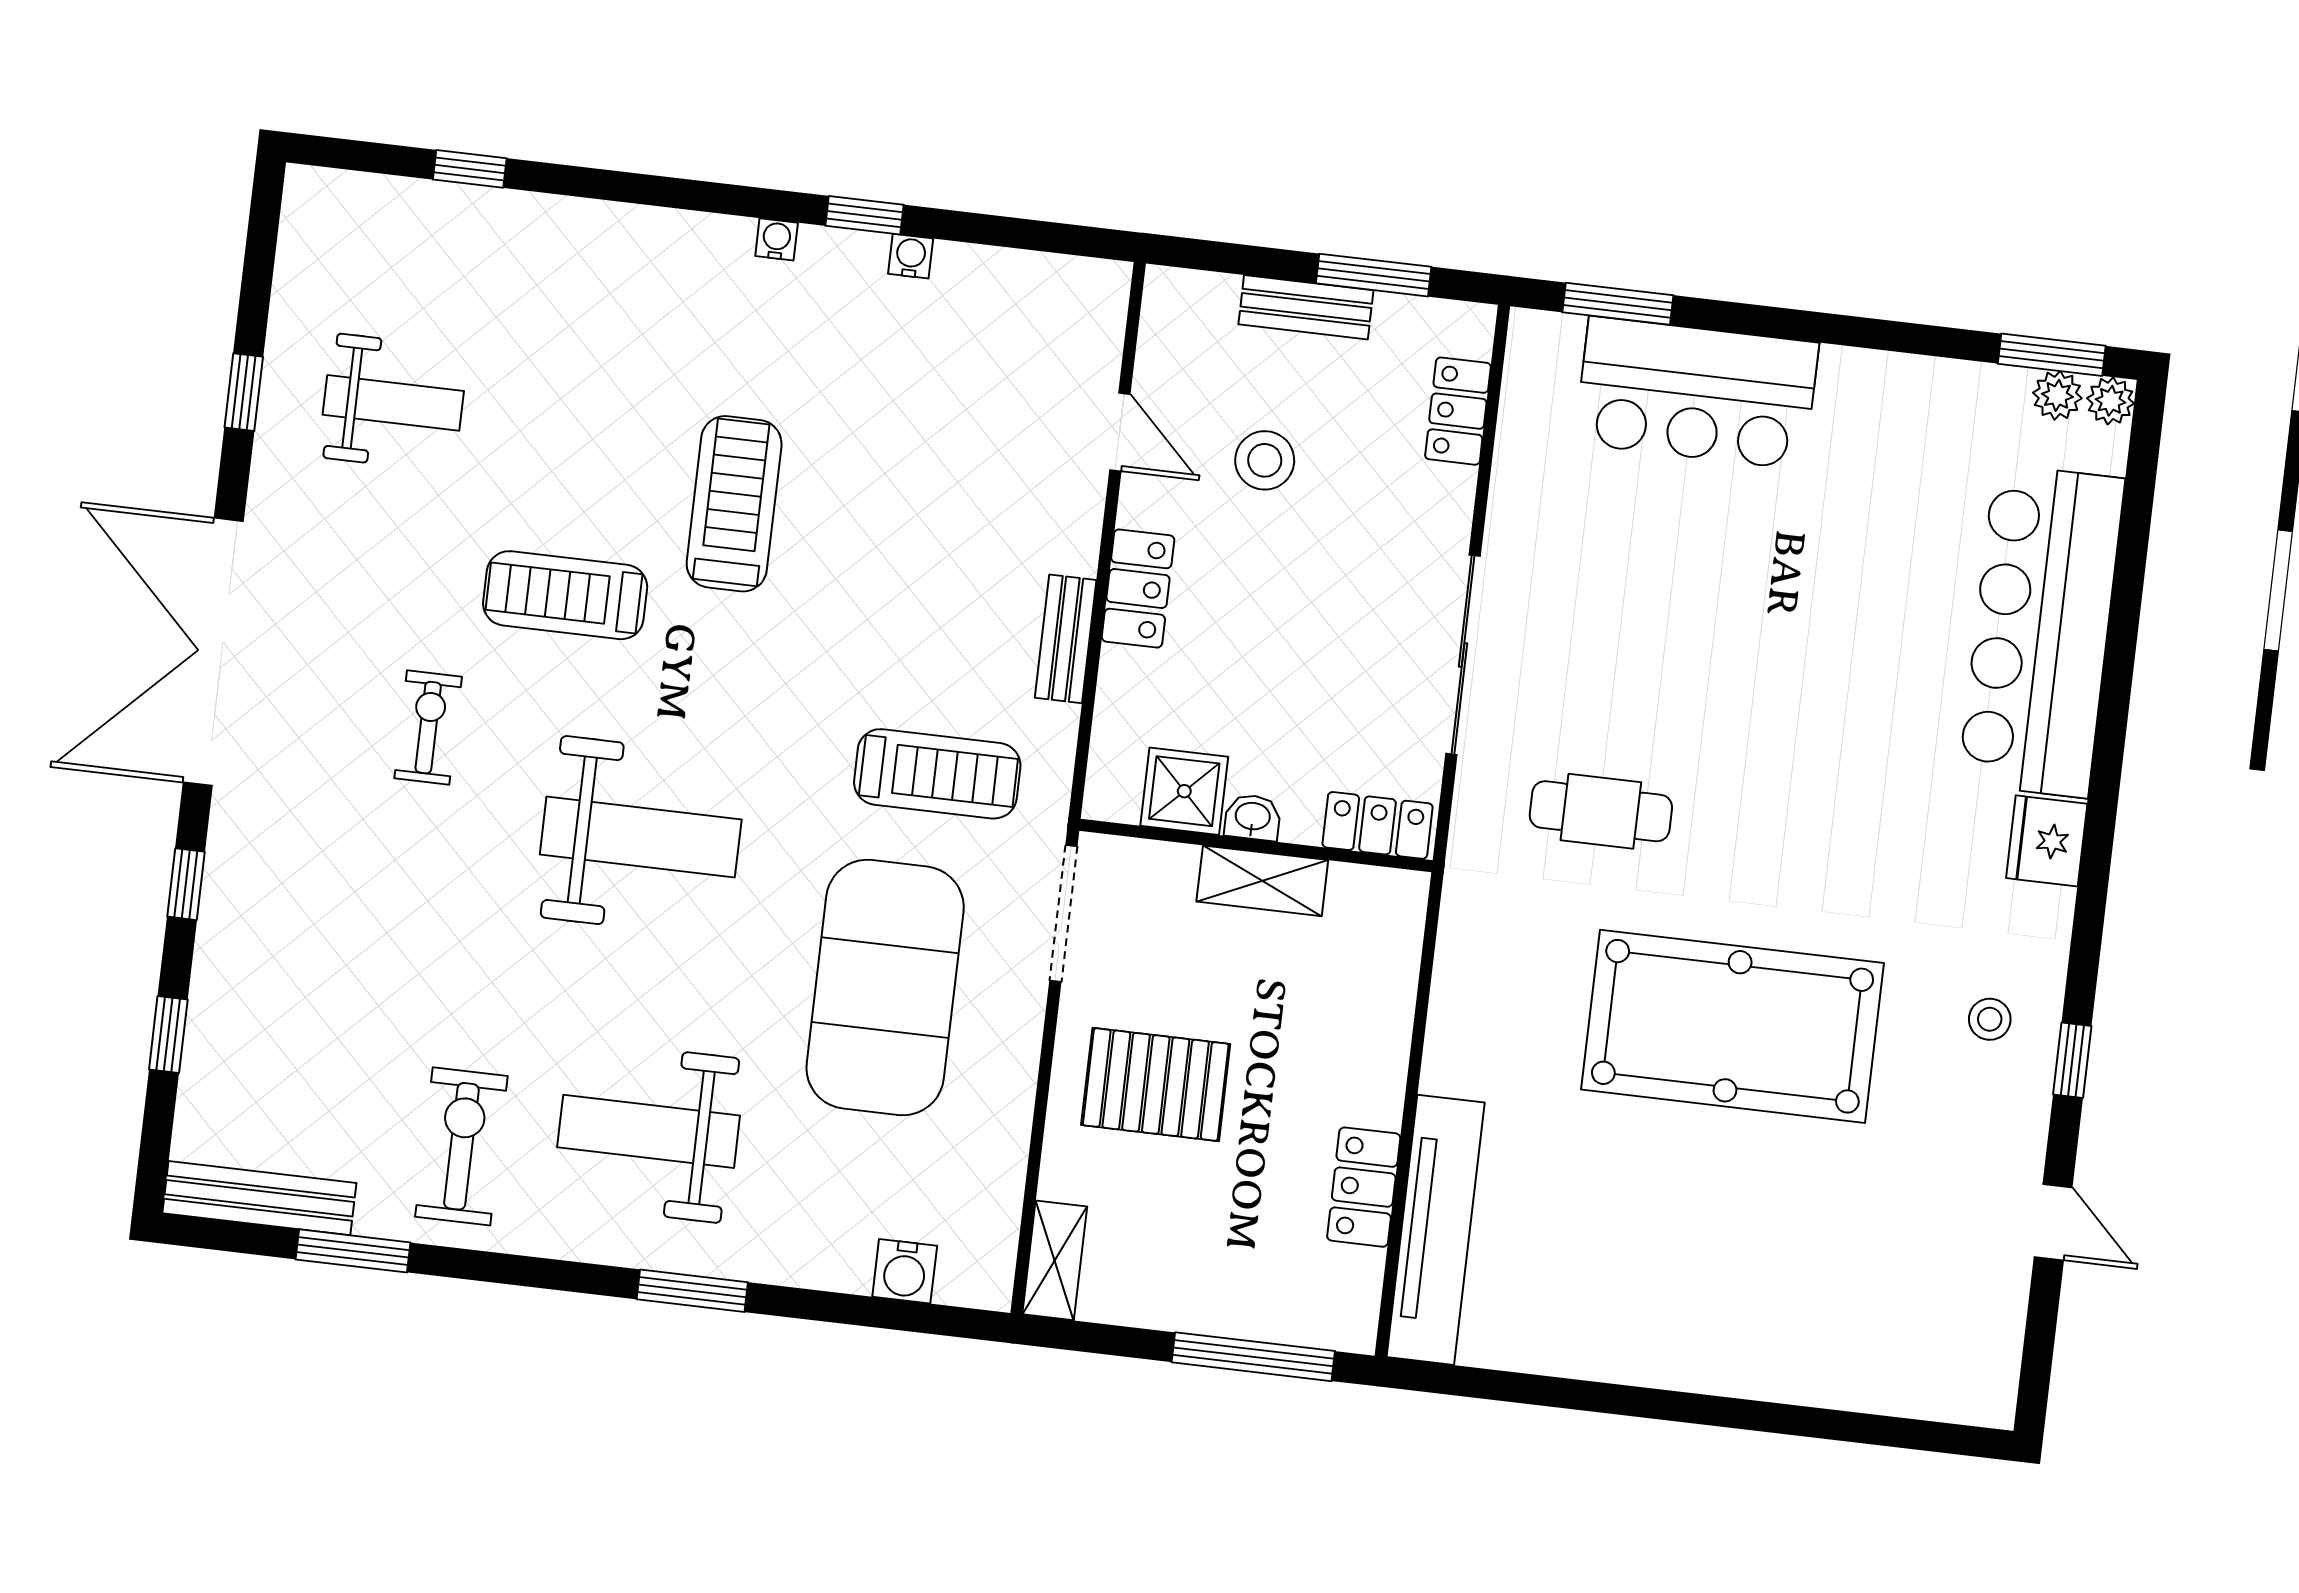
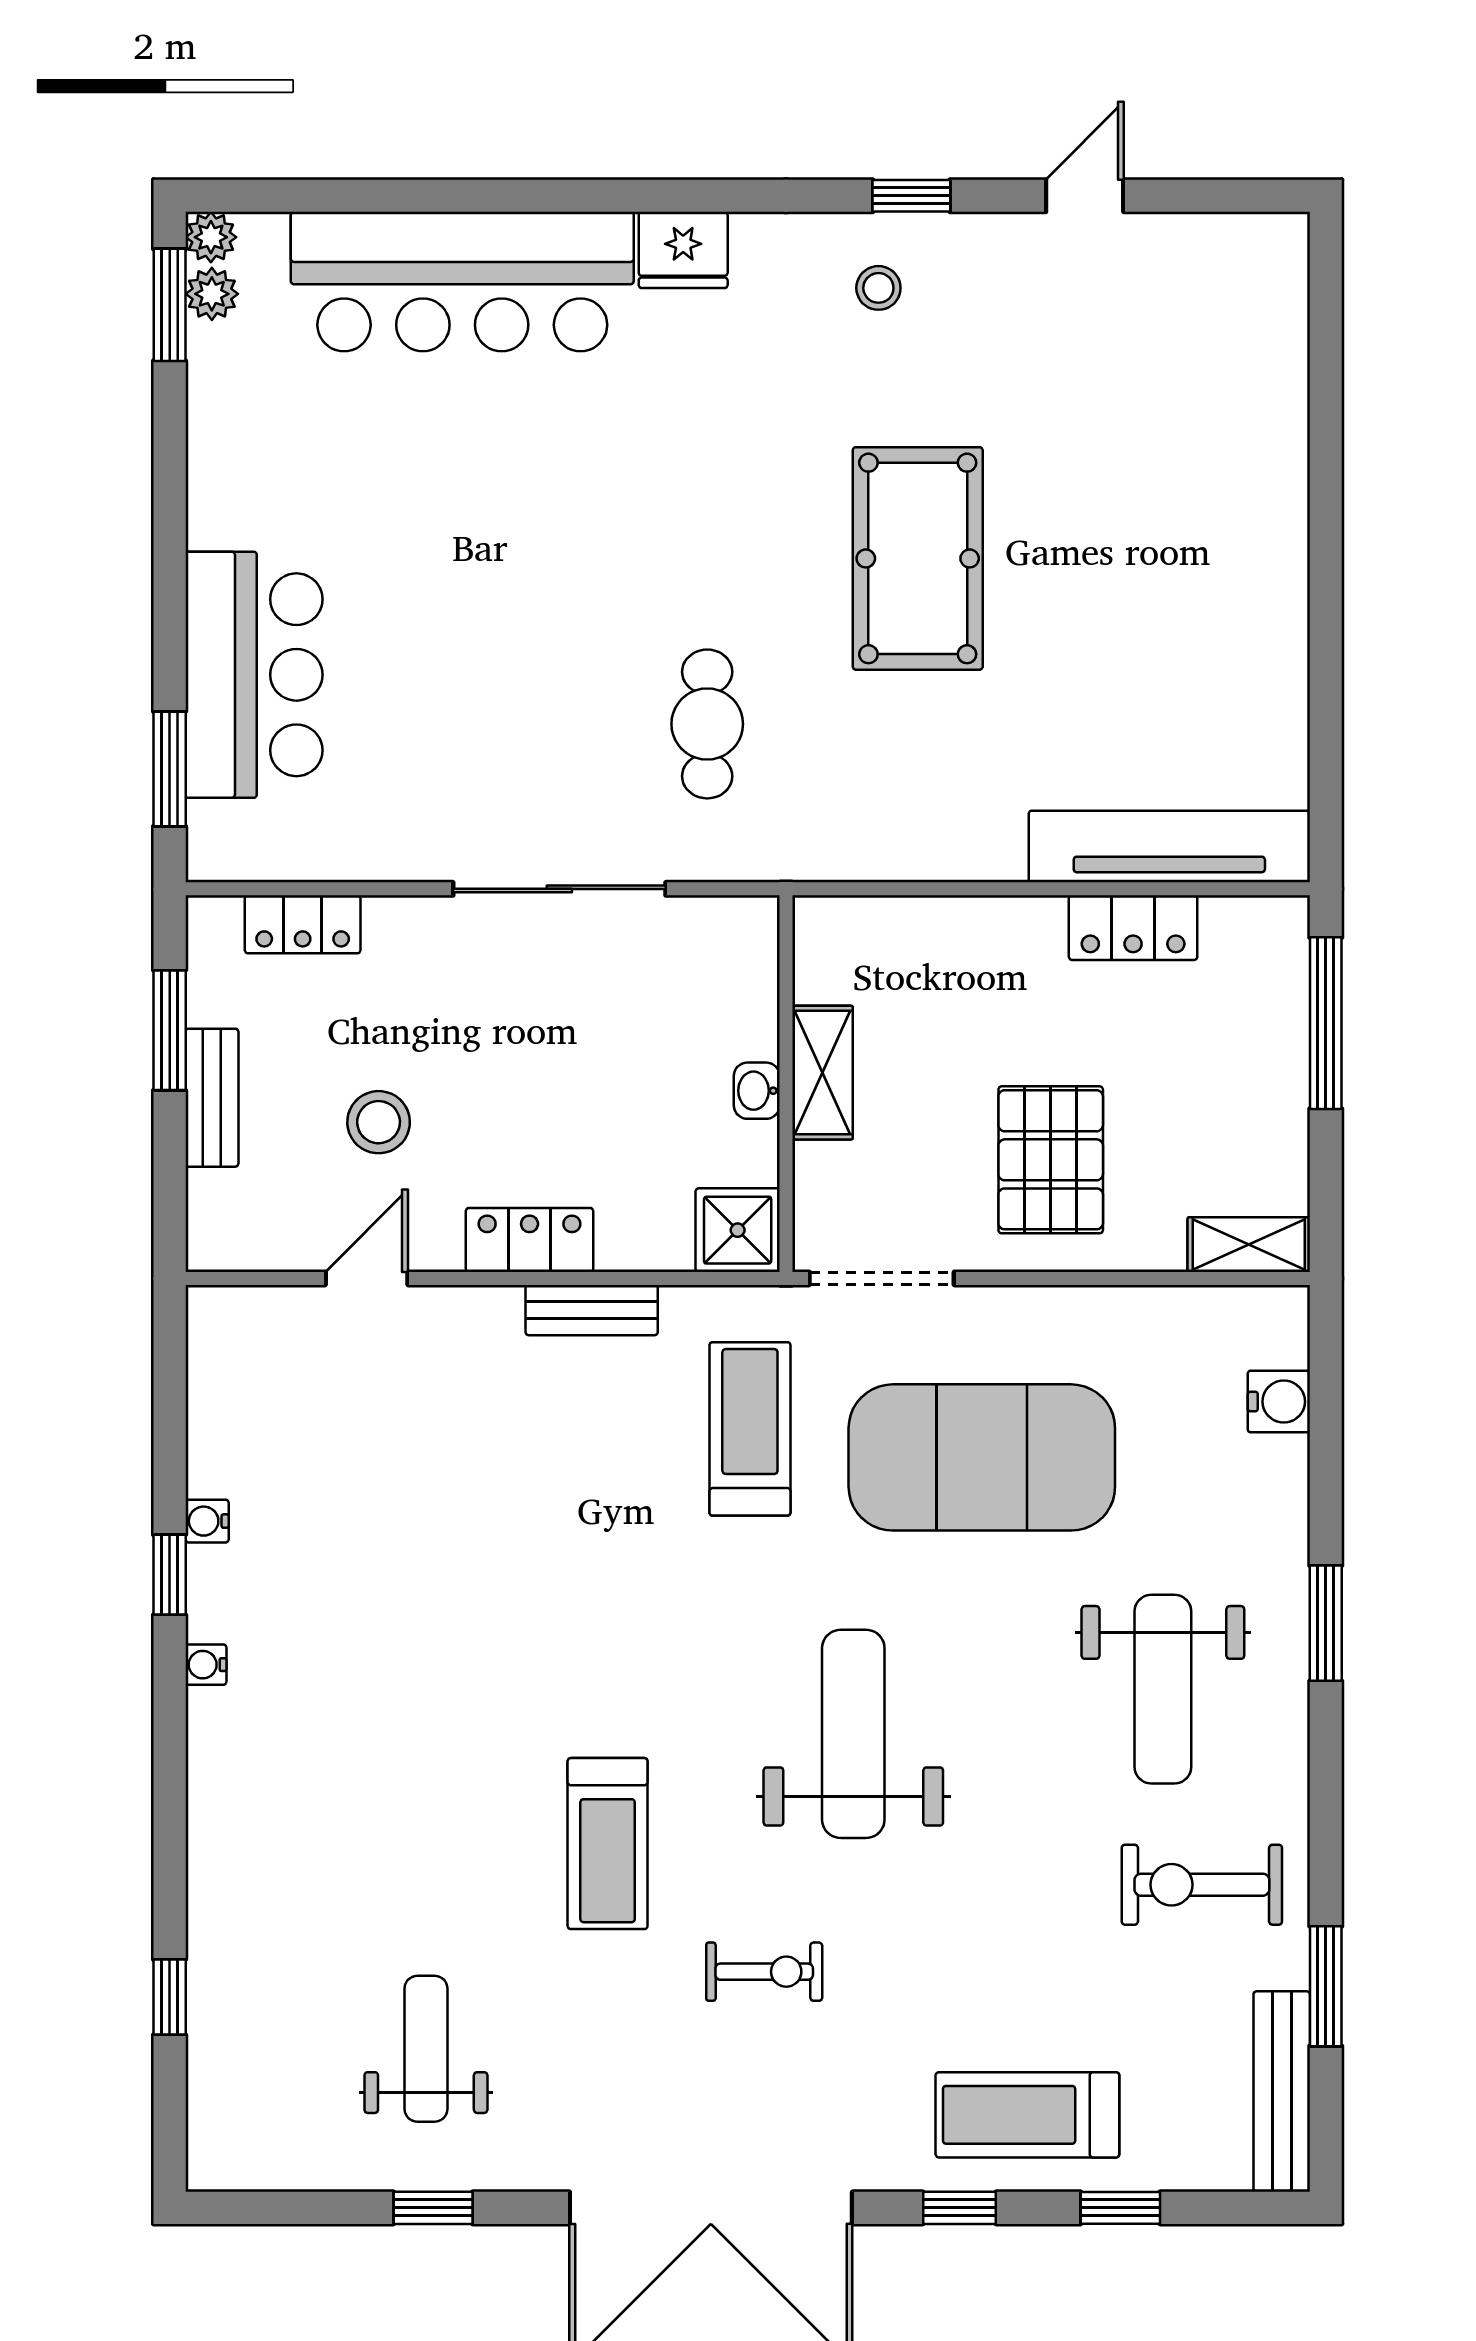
treadmill: (734, 504) -> (1027, 2115), moved
exercise bike: (428, 728) -> (764, 1972), turned 180
shower: (1184, 791) -> (738, 1230), moved
locker: (1378, 825) -> (750, 958), removed
pool table: (1733, 1026) -> (918, 558), width x0.73, depth x0.76

